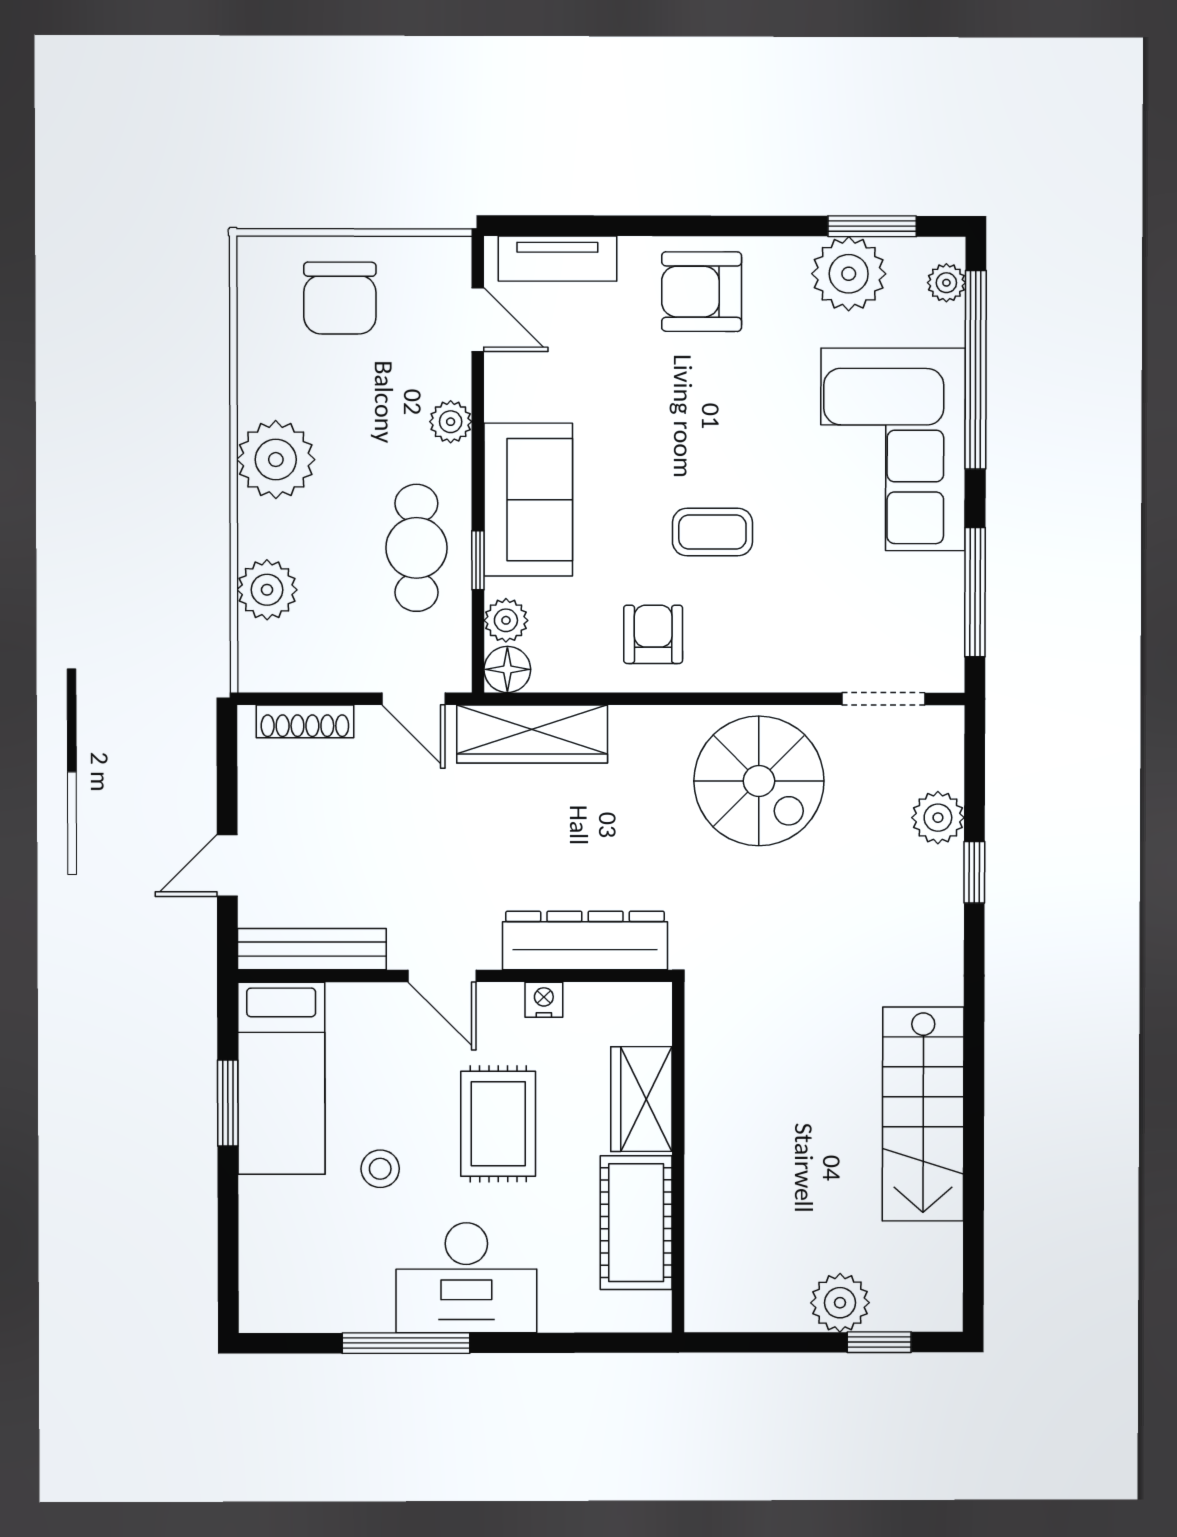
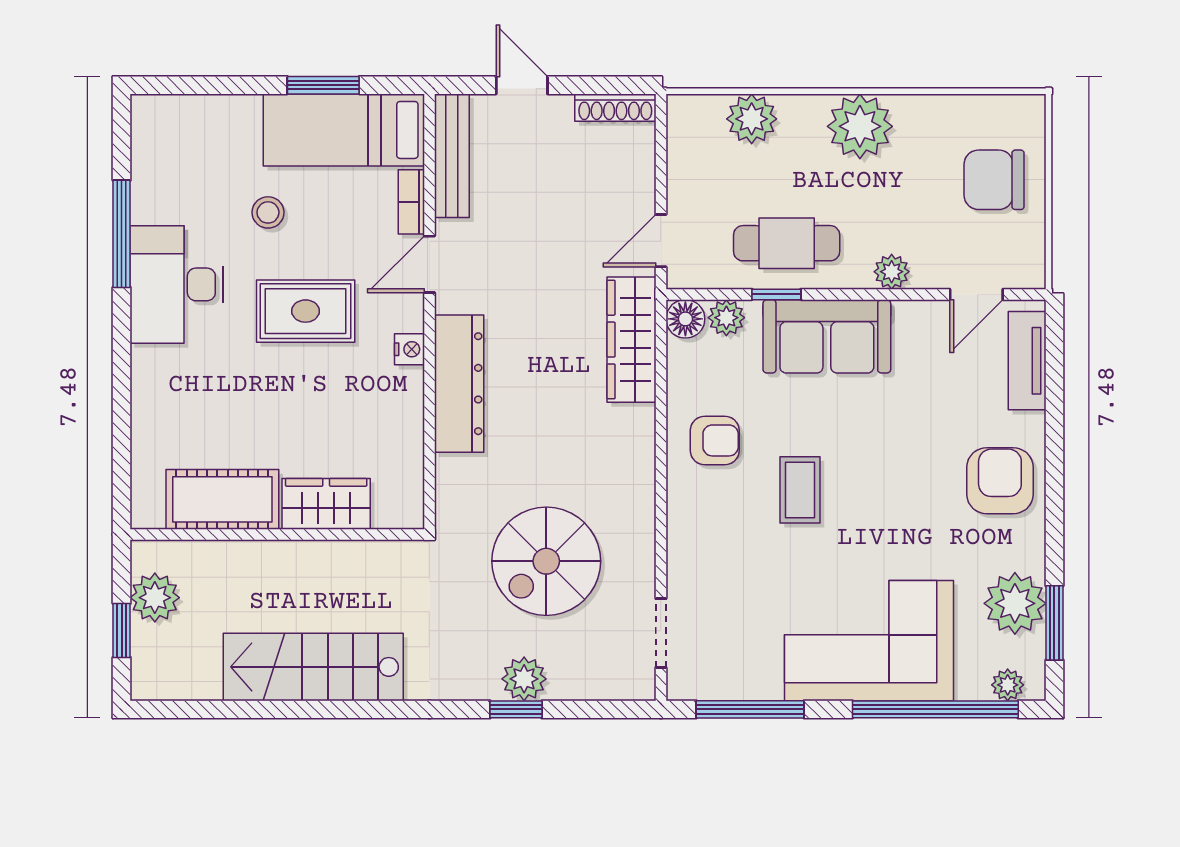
shoe rack: (305, 721) -> (615, 108), moved, turned -90
spiral stairs: (759, 781) -> (546, 561), moved
plant: (938, 818) -> (524, 679), moved
bookcase: (367, 998) -> (411, 202), added
wardrobe: (641, 1099) -> (326, 504), moved
wall: (678, 1157) -> (277, 534), moved
cot: (636, 1223) -> (222, 499), moved

